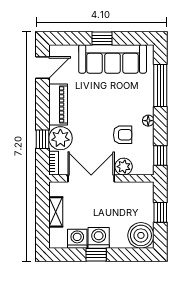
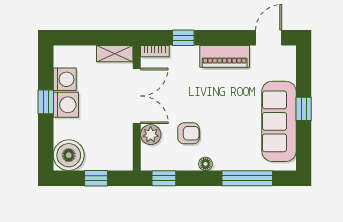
door: (42, 68) -> (269, 38), swing flipped
armchair: (123, 135) -> (189, 133), turned -90
plant: (60, 138) -> (185, 59), removed
shelving: (56, 212) -> (115, 54), moved

